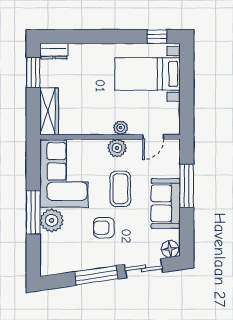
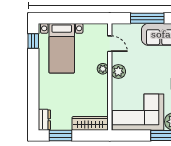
coffee table: (120, 189) -> (149, 69), removed

